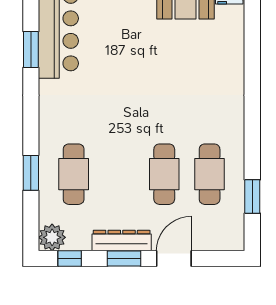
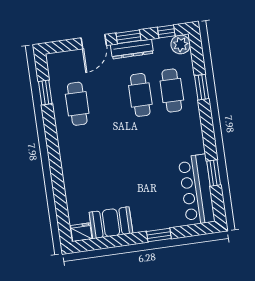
cafe table: (164, 174) -> (140, 95), moved

